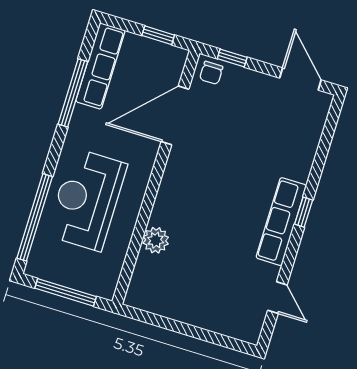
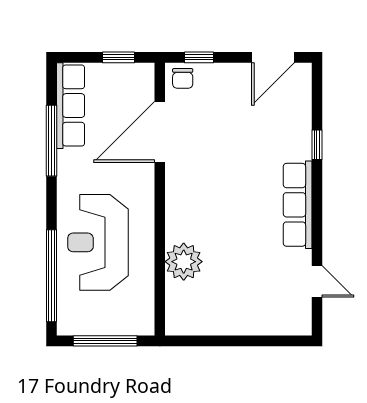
door: (300, 79) -> (273, 57), swing flipped
window: (304, 212) -> (317, 145), moved
plant: (156, 240) -> (184, 262), width x1.36, depth x1.36

